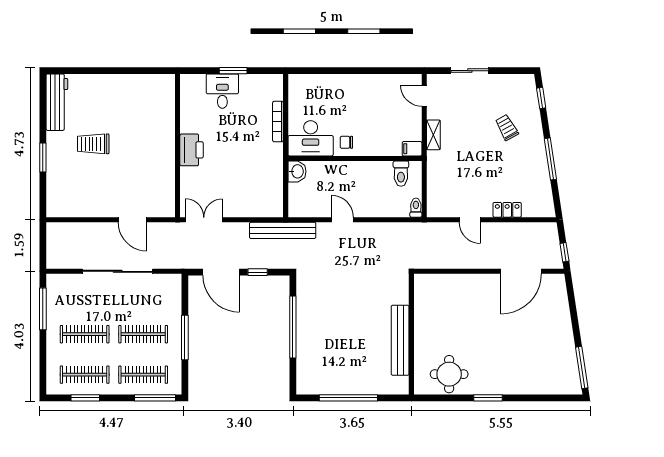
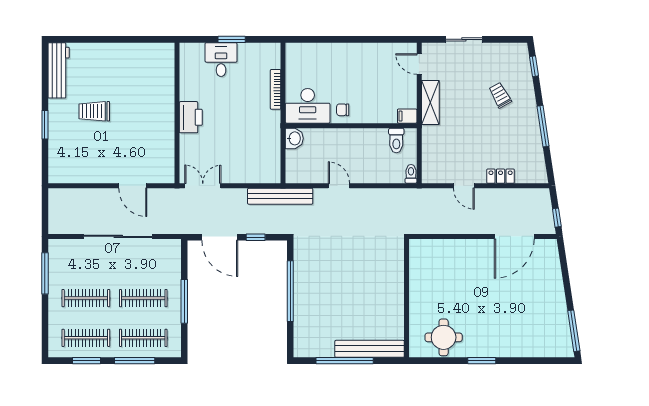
shelving: (433, 135) -> (430, 102), width x1.50, depth x1.33
bench: (400, 340) -> (370, 349), moved, turned 90
window: (155, 398) -> (135, 361), moved

